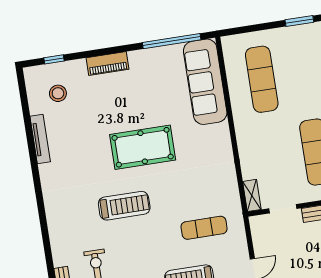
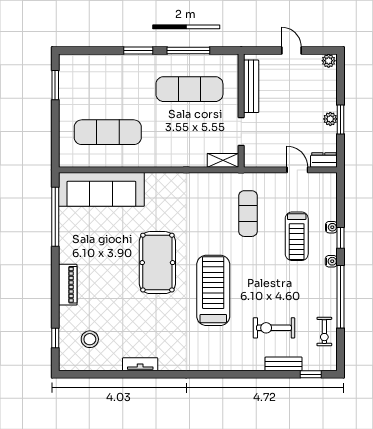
tv unit: (40, 139) -> (140, 364), width x0.71
treadmill: (124, 206) -> (213, 290), width x1.37, depth x1.38

